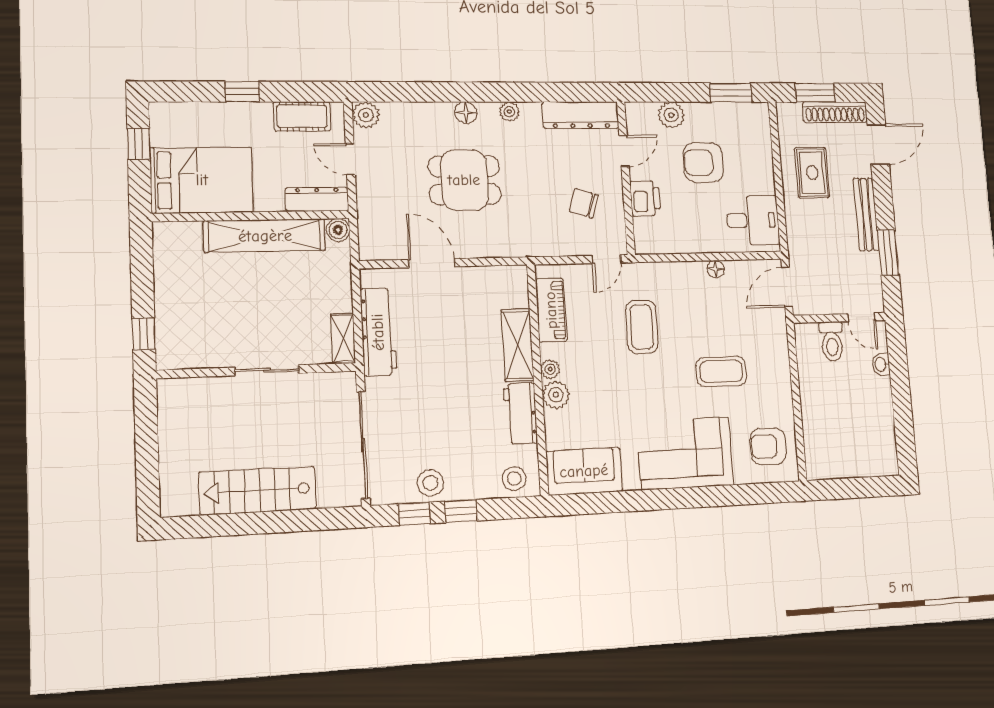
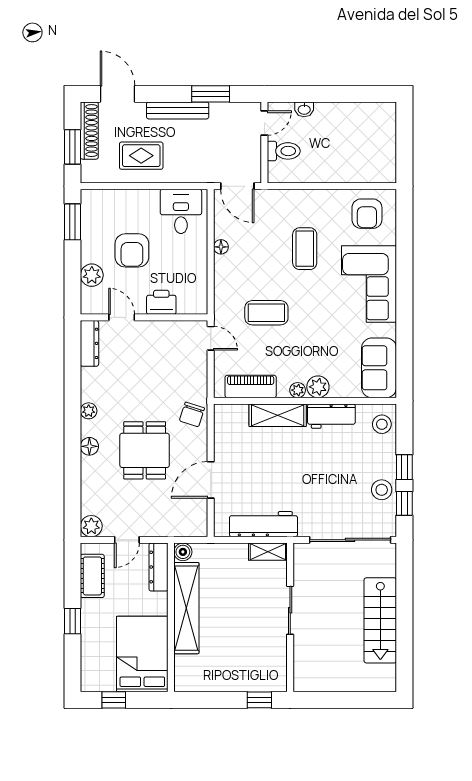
dresser: (581, 115) -> (89, 343), width x0.73, depth x0.80
chair: (584, 203) -> (192, 414), moved

